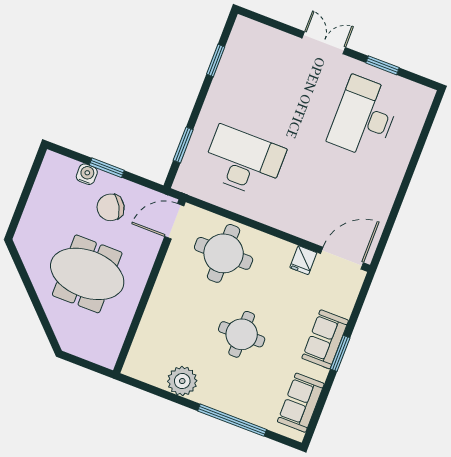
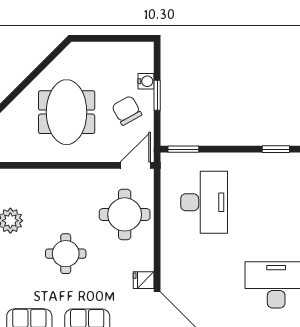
window: (183, 145) -> (183, 149), moved
door: (174, 221) -> (135, 165), hinge flipped

